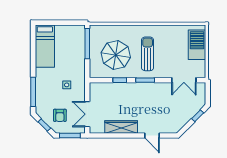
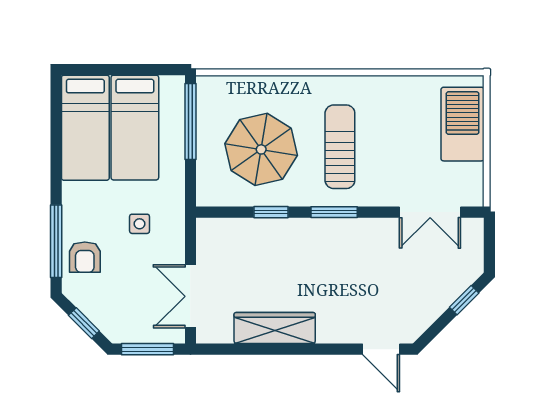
bed: (65, 46) -> (135, 128), added
armchair: (60, 115) -> (85, 257), moved
door: (152, 135) -> (381, 349), moved

